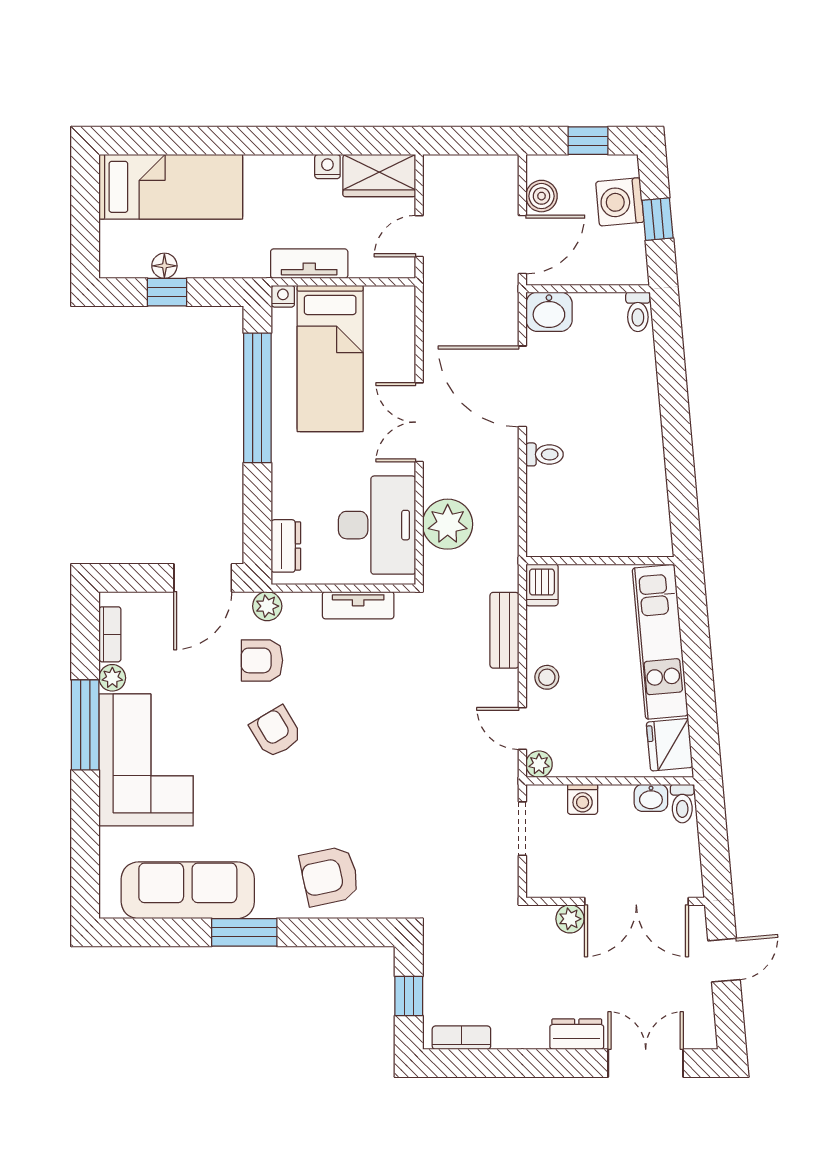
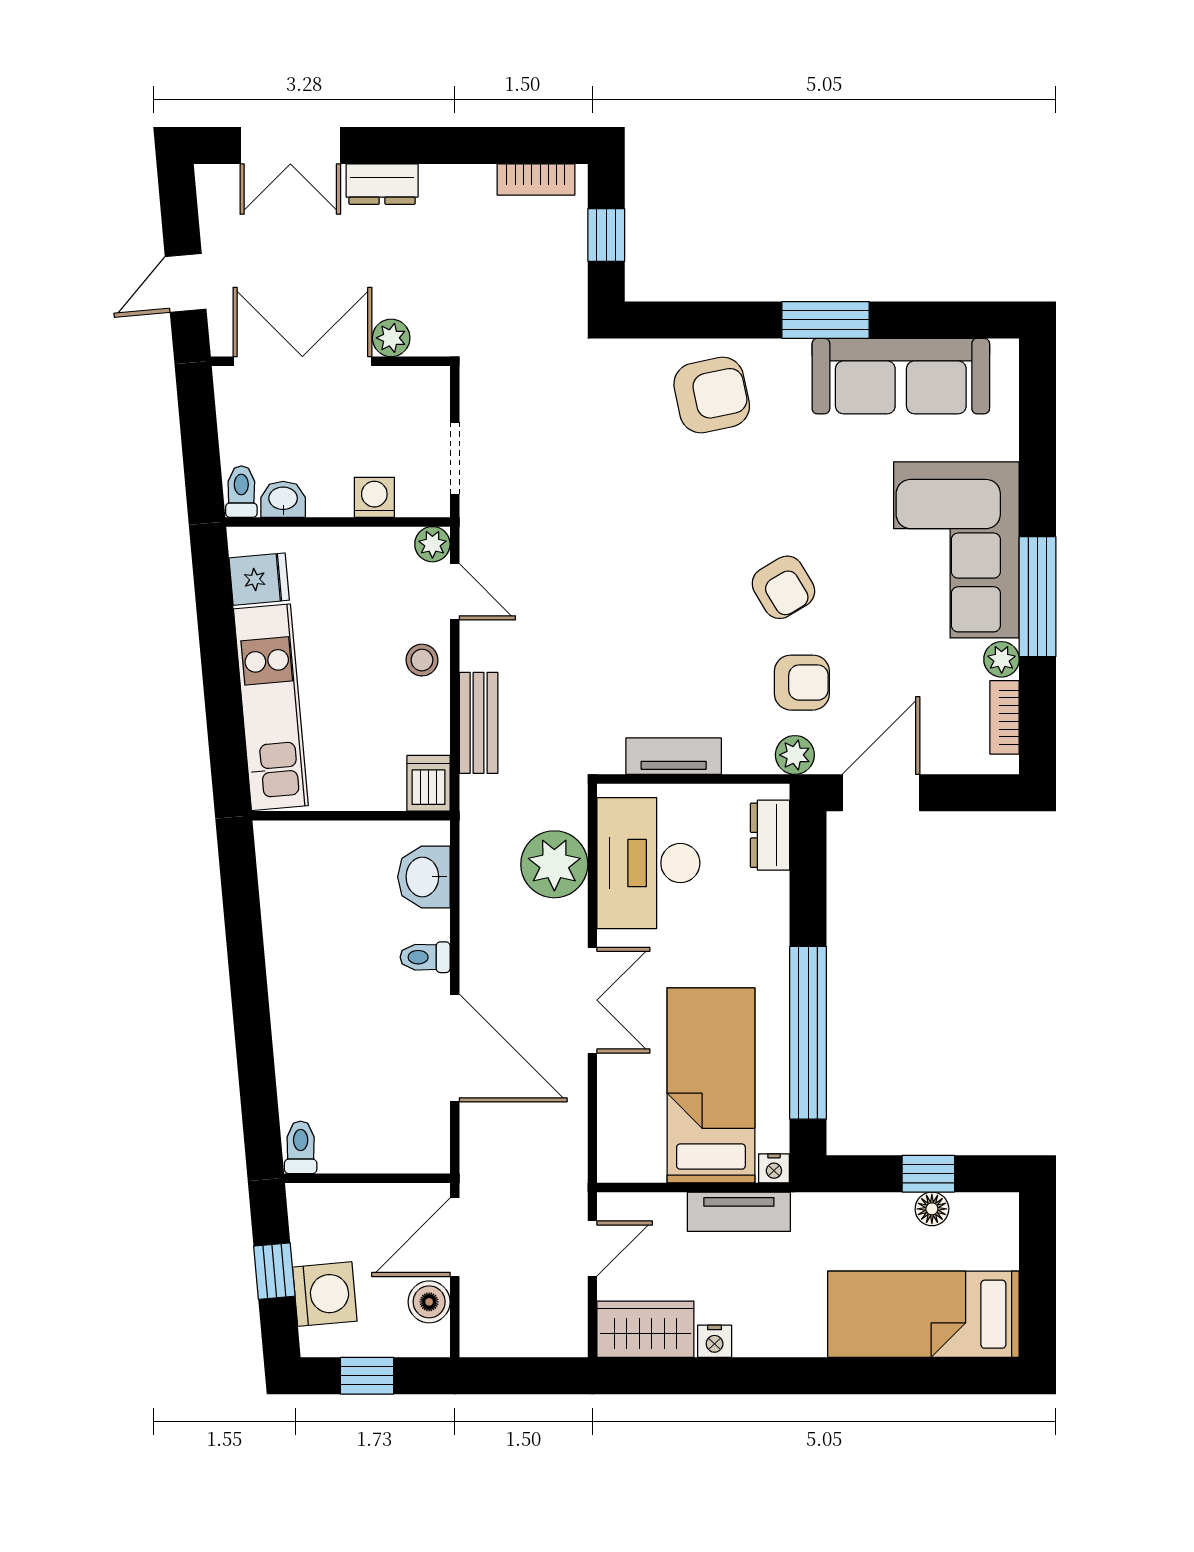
washbasin: (549, 312) -> (424, 877), moved, turned -90
fridge: (670, 745) -> (259, 579), width x0.72

